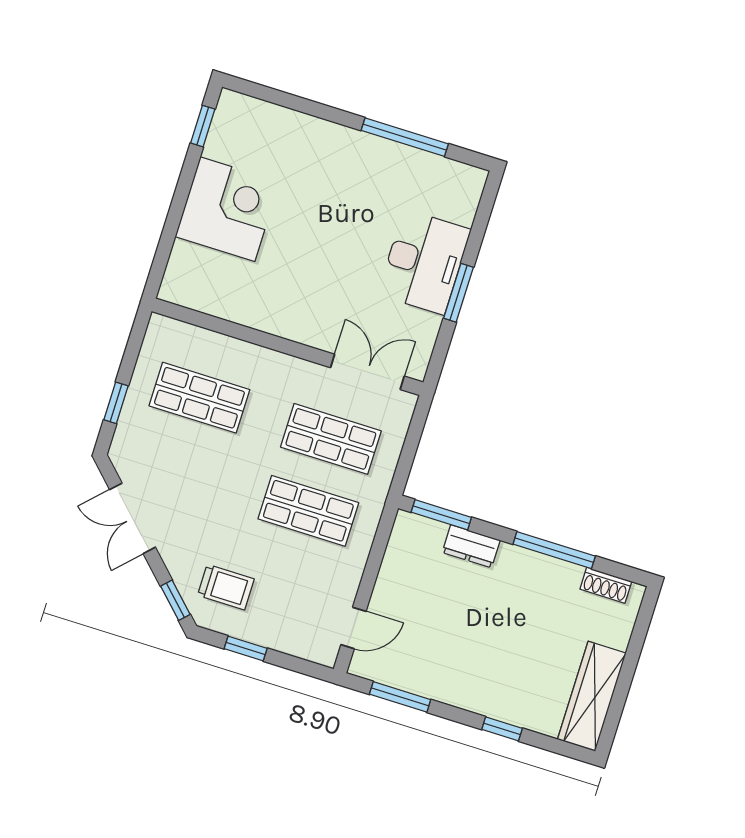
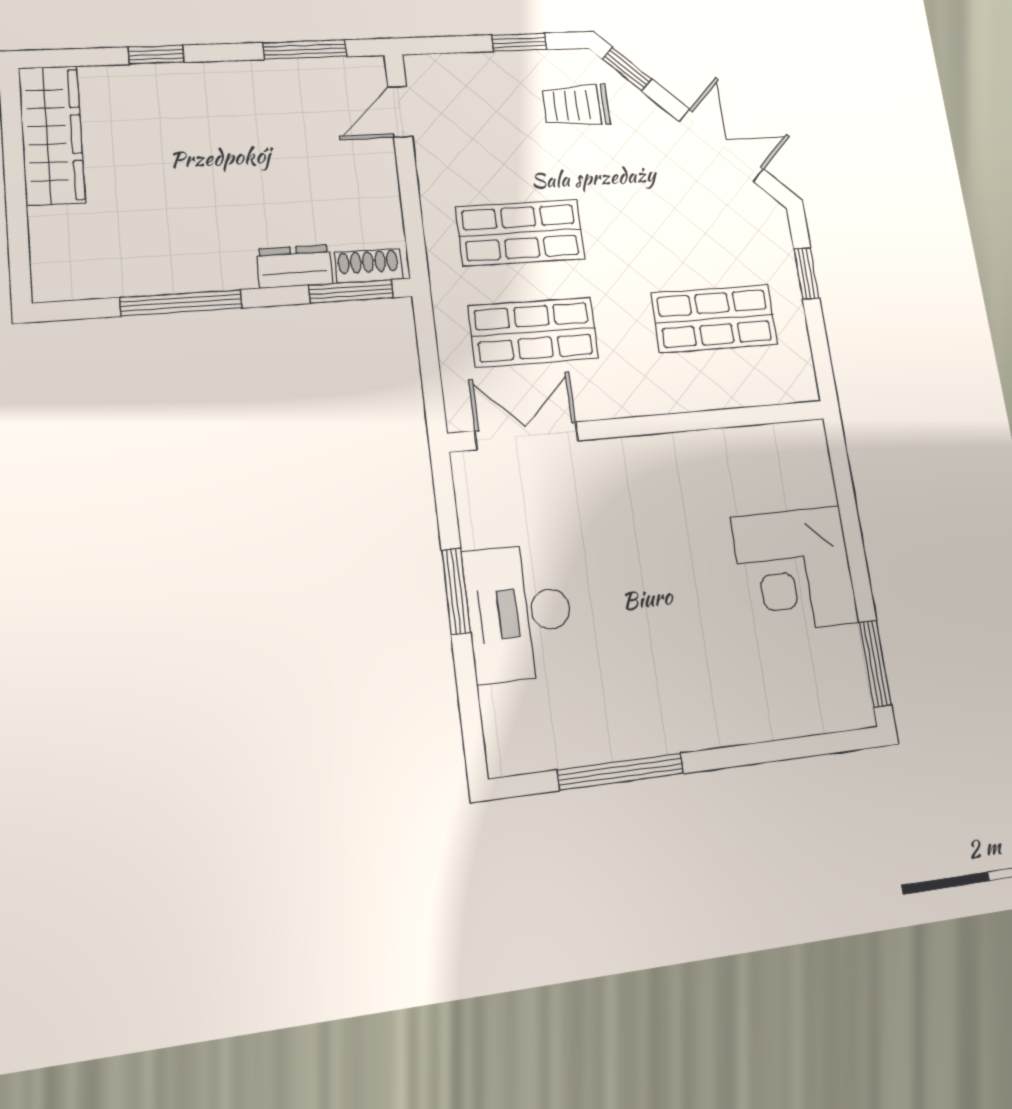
window: (203, 126) -> (875, 664), width x1.50
double door: (367, 372) -> (527, 436), swing flipped
shoe rack: (606, 585) -> (368, 266), moved

